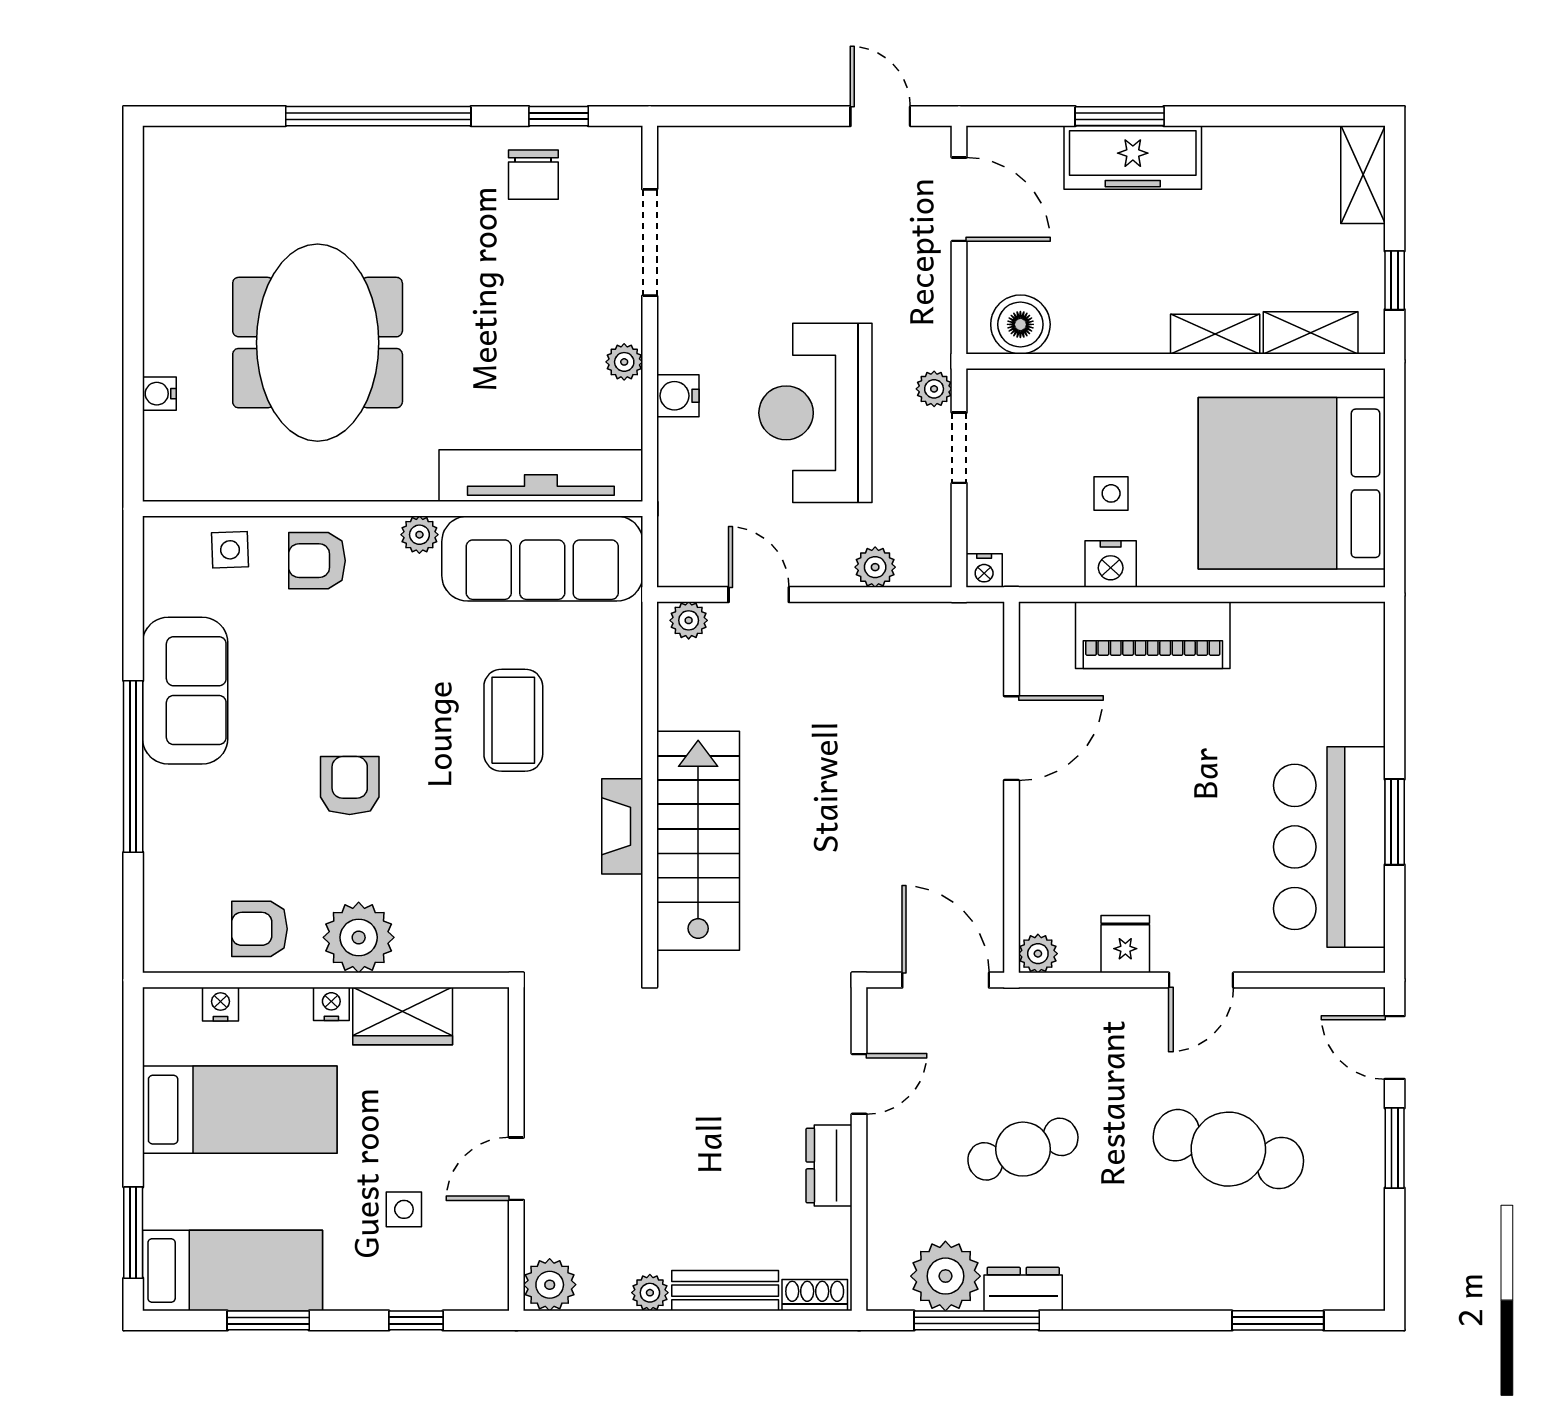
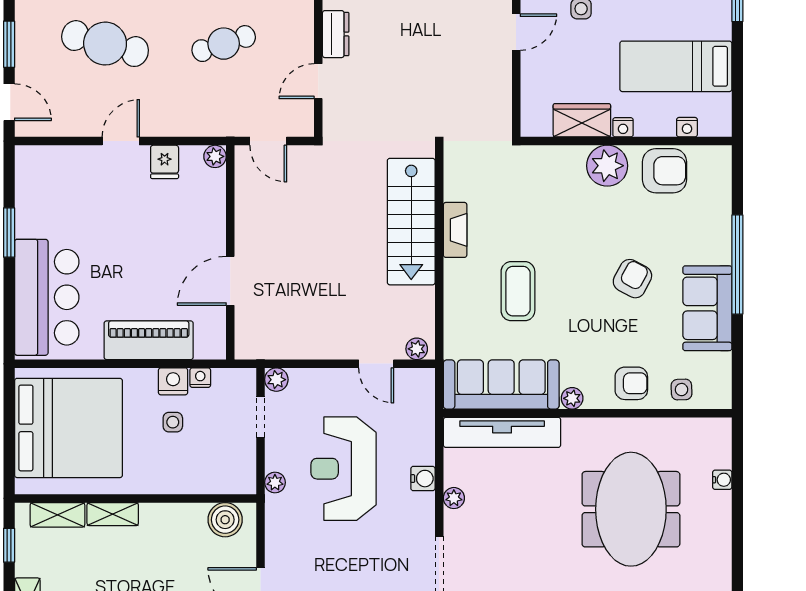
reception desk: (815, 413) -> (344, 469), turned 180
doorway: (959, 448) -> (261, 417), moved
plant: (875, 567) -> (276, 380), moved
nightstand: (984, 570) -> (200, 378), moved
armchair: (350, 786) -> (632, 279), moved, turned -152
bar counter: (1329, 847) -> (47, 297), moved
armchair: (259, 929) -> (664, 171), width x1.38, depth x1.38
door: (946, 980) -> (268, 141), width x0.73

